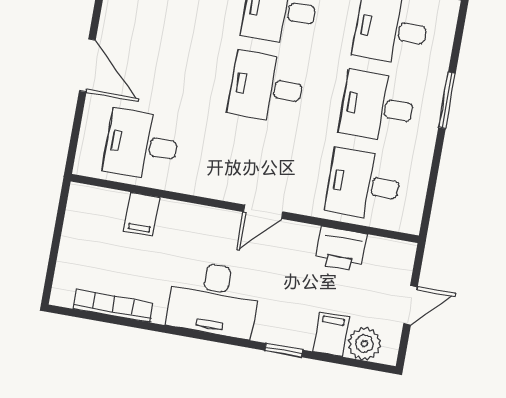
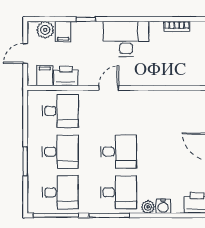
desk: (142, 145) -> (177, 111), removed
filing cabinet: (142, 214) -> (45, 76), moved
bookcase: (113, 306) -> (177, 26), width x0.64

